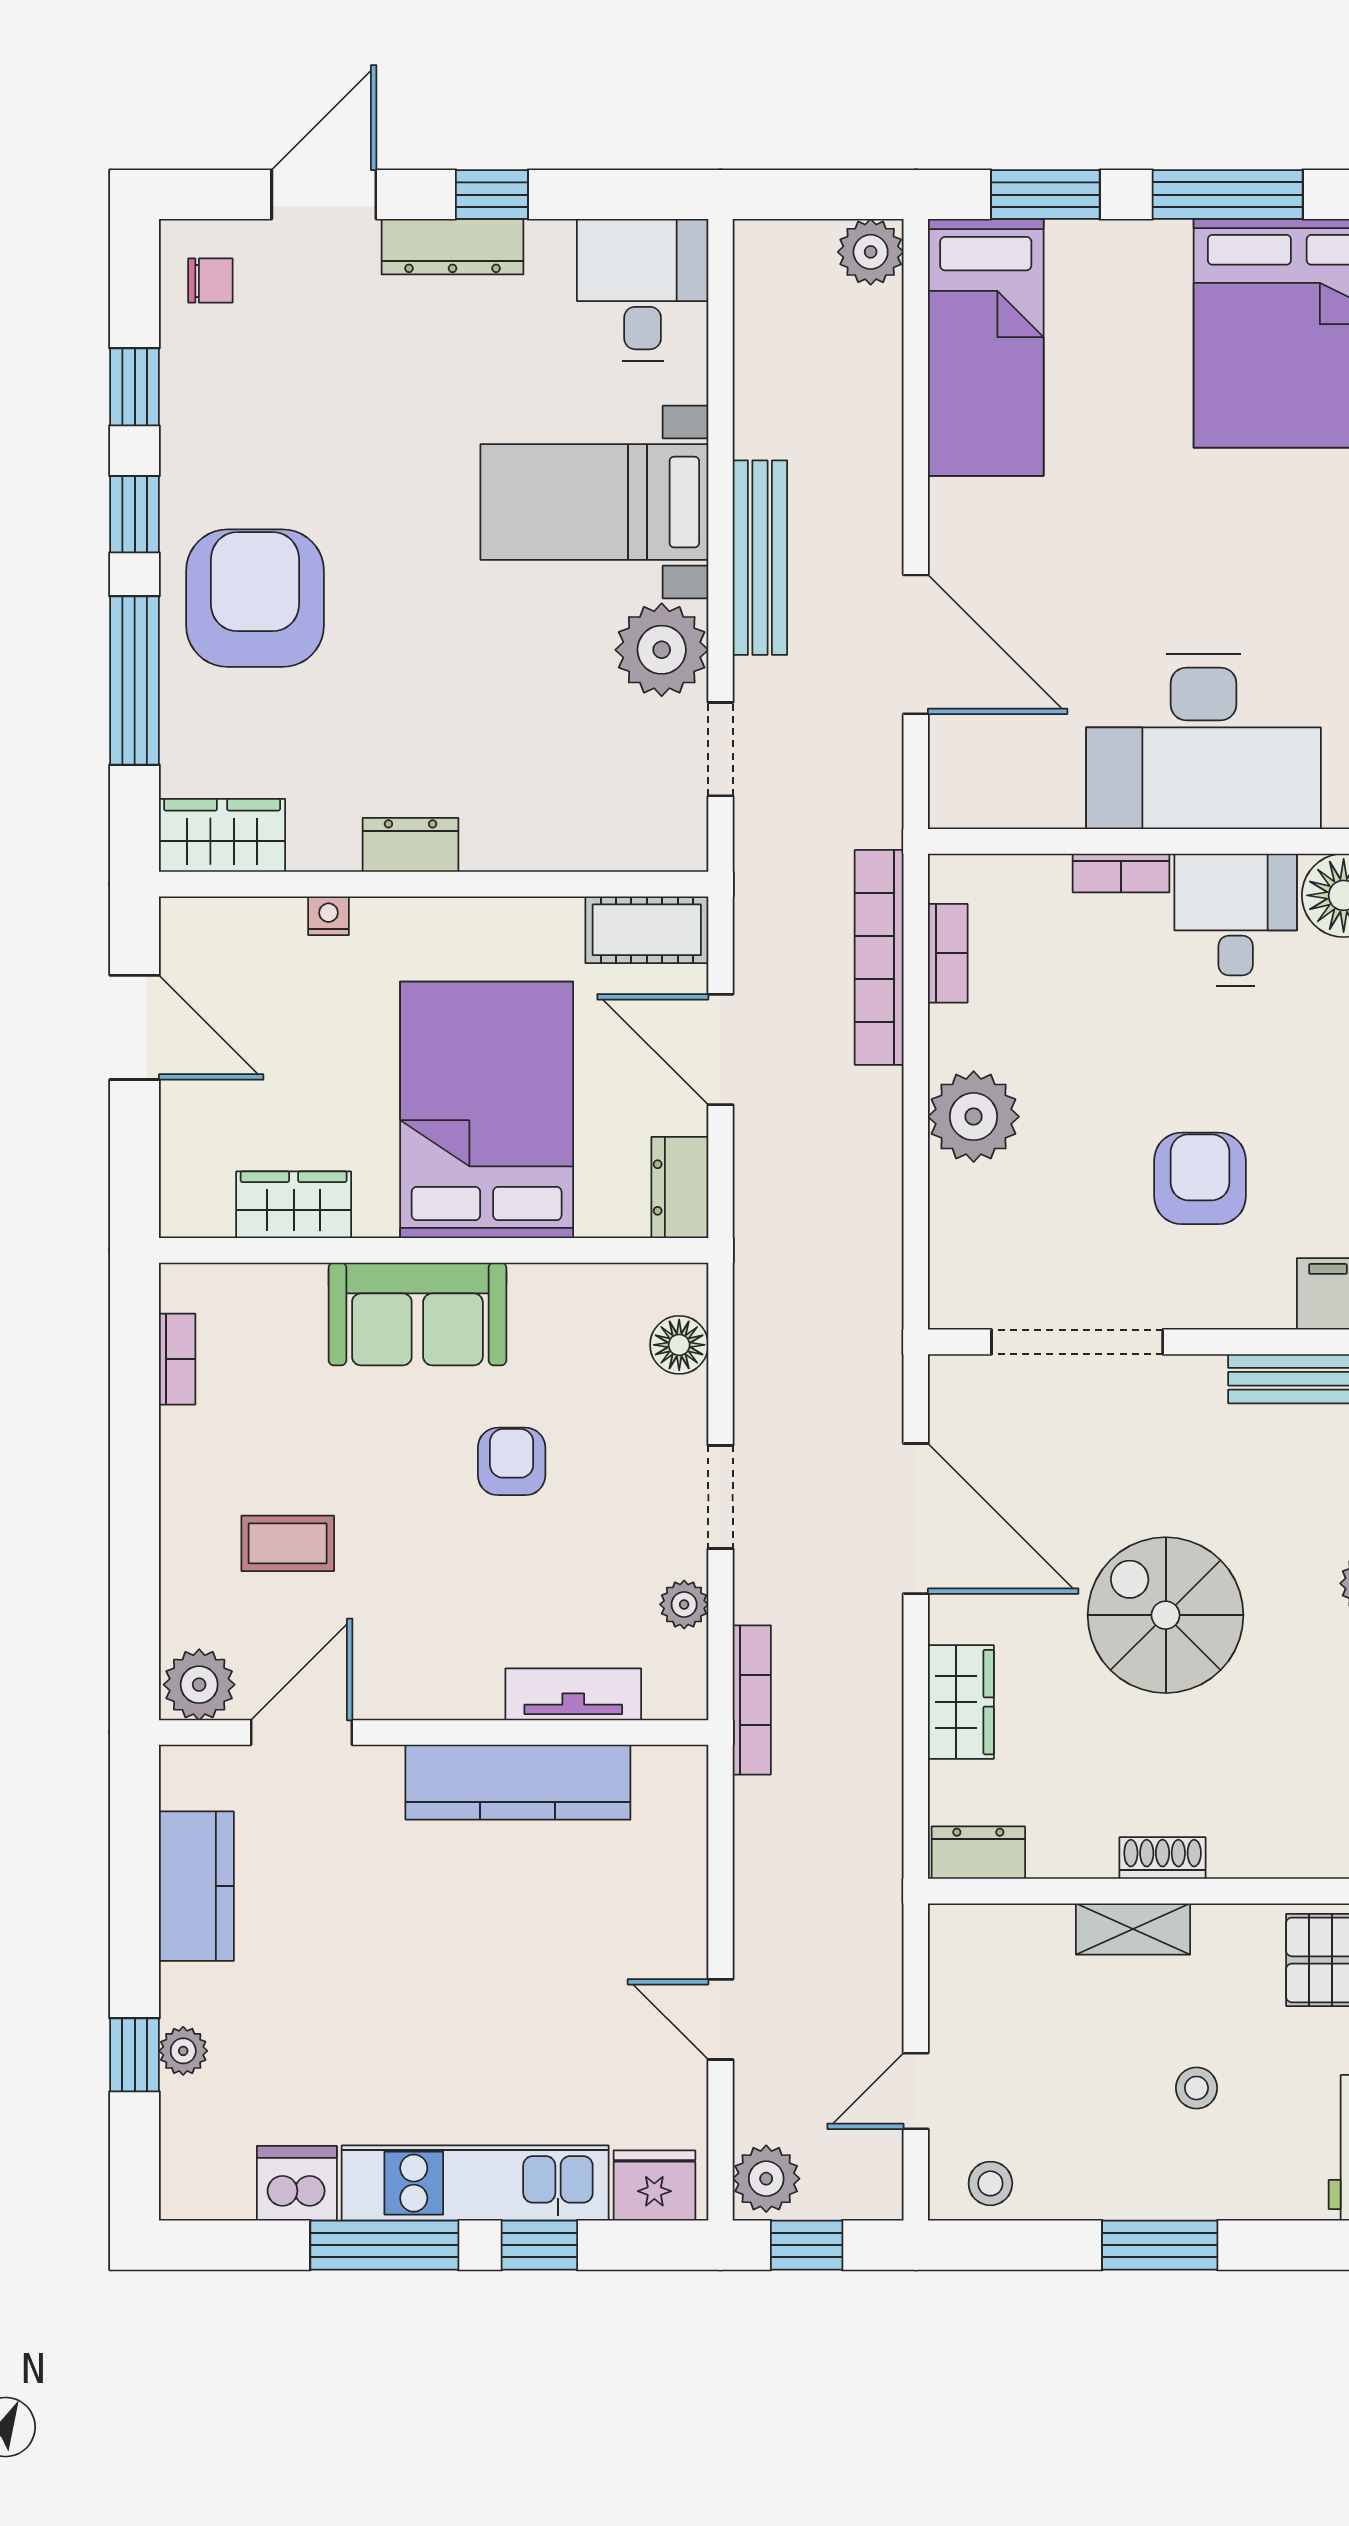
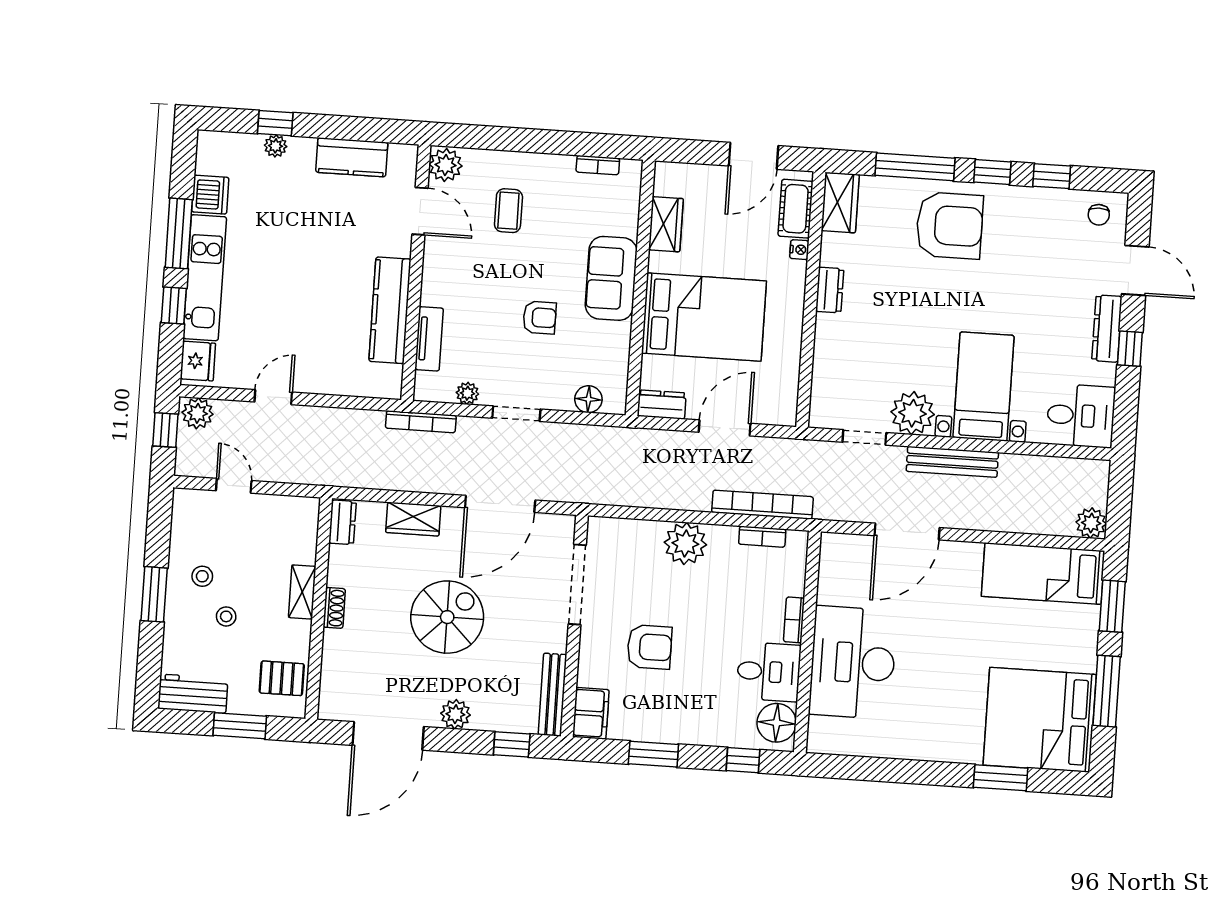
cot: (647, 930) -> (796, 209), moved
stool: (990, 2183) -> (202, 576), moved

